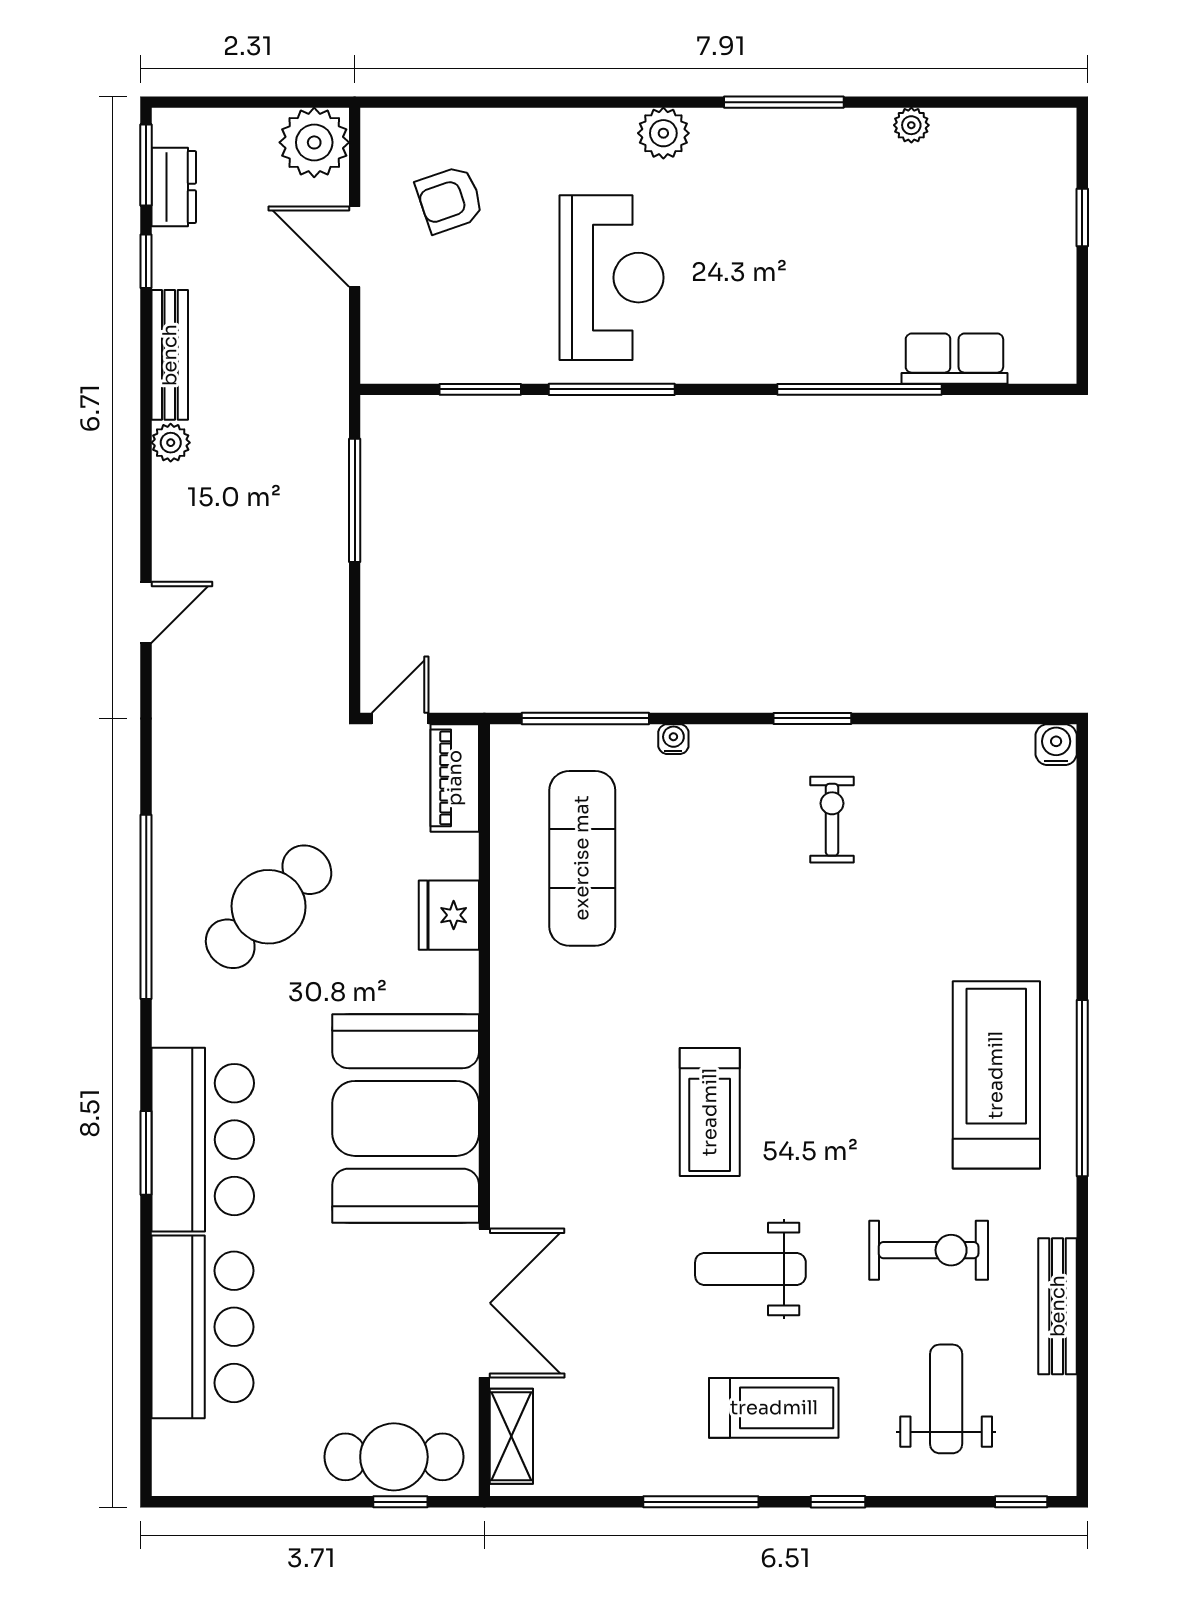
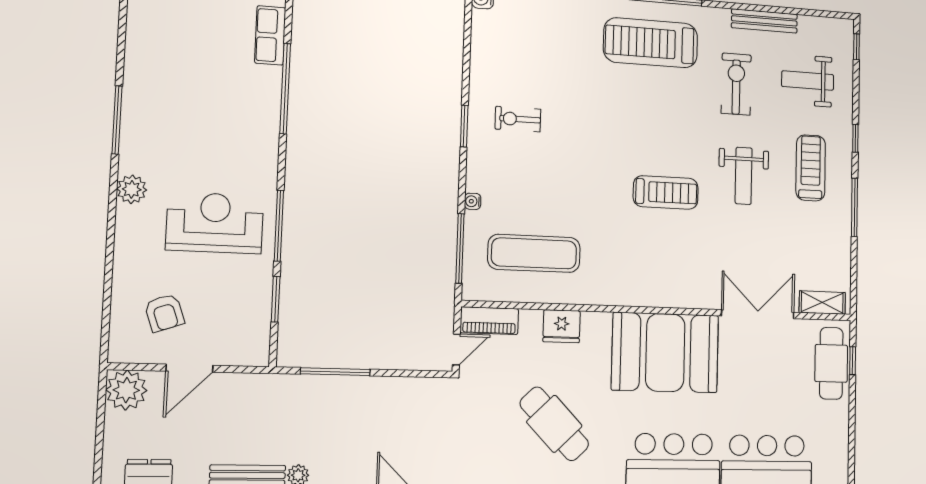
plant: (911, 125) -> (135, 49), removed
door: (400, 718) -> (456, 350), swing flipped

